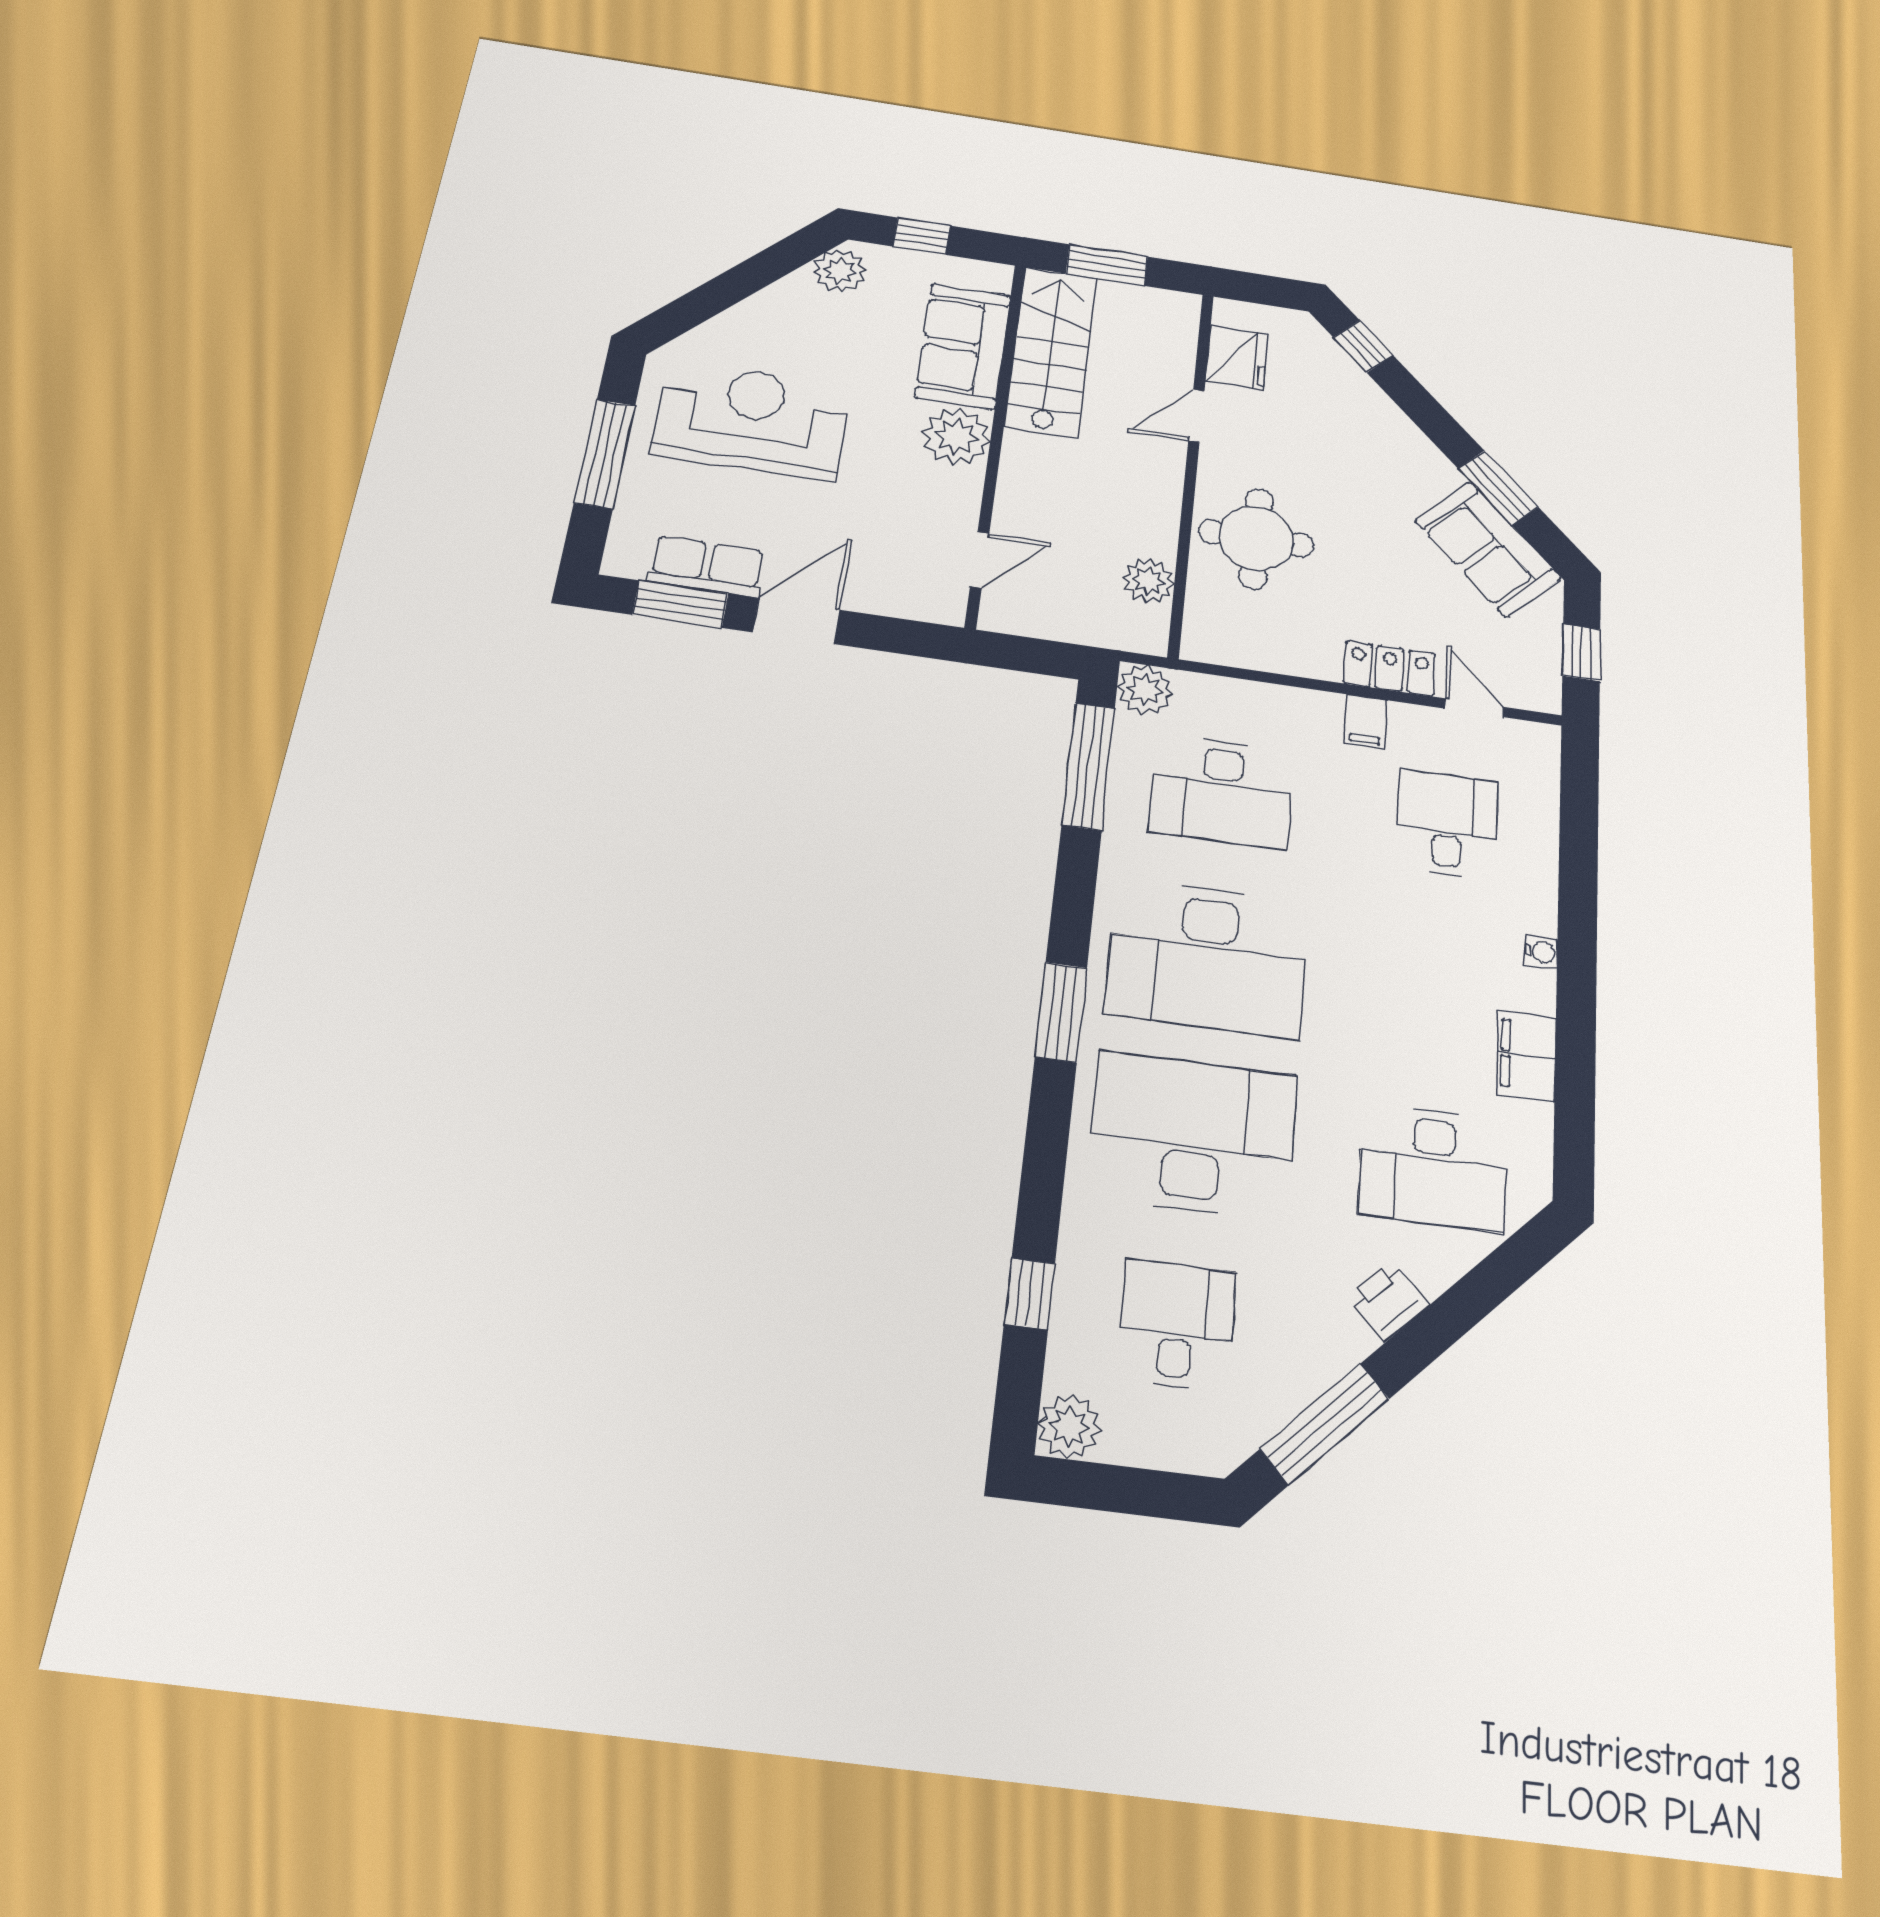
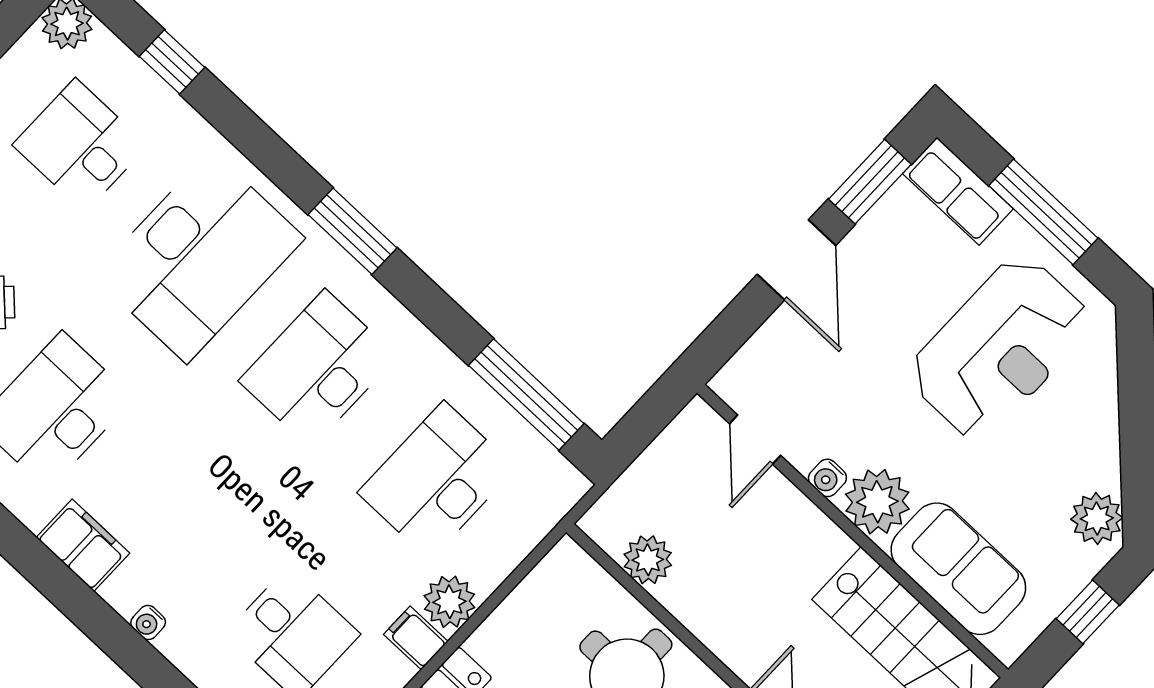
water cooler: (967, 485) -> (827, 478), added
row of seats: (707, 566) -> (958, 191), moved, turned 90
plant: (1145, 690) -> (449, 602), moved
desk: (1208, 958) -> (318, 369), width x0.73, depth x0.77
desk: (1176, 1325) -> (80, 145), turned 180

